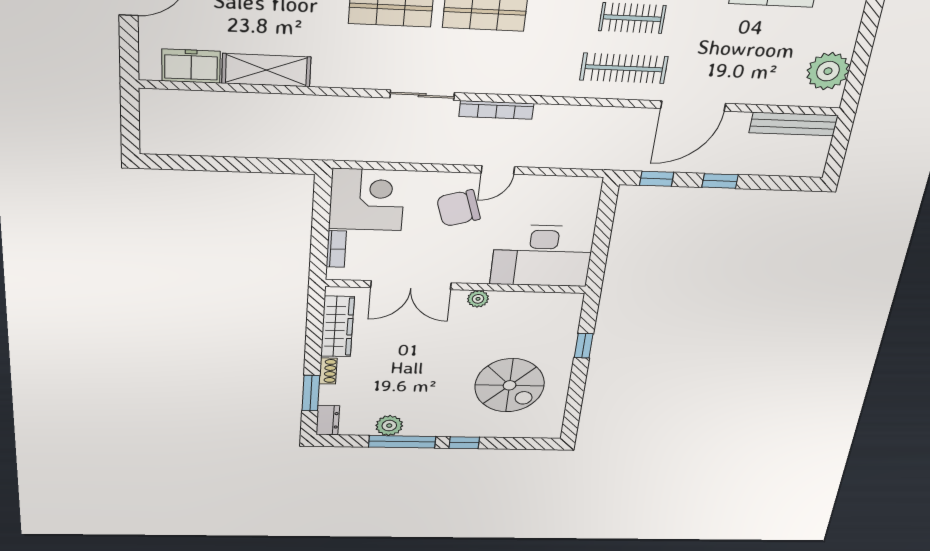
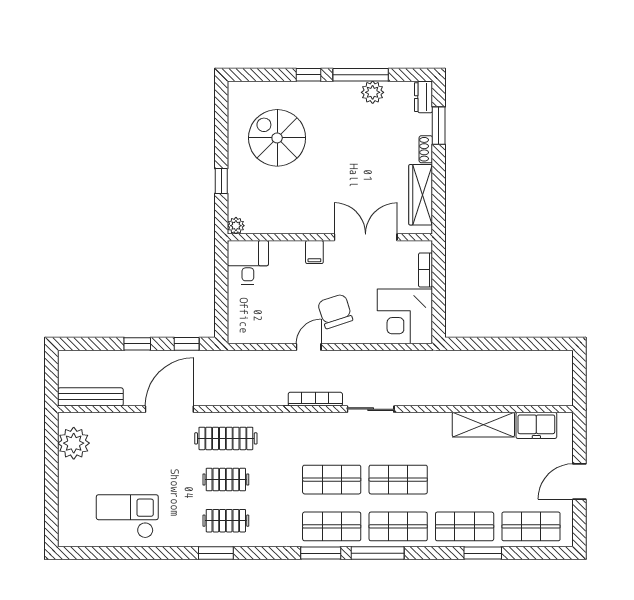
chair: (458, 208) -> (335, 311), turned -91
desk: (542, 256) -> (248, 262), width x0.53, depth x0.77
filing cabinet: (478, 272) -> (314, 252), added
plant: (478, 299) -> (236, 226), moved

